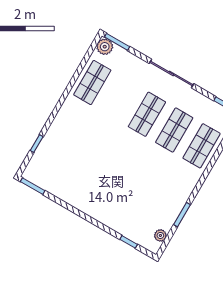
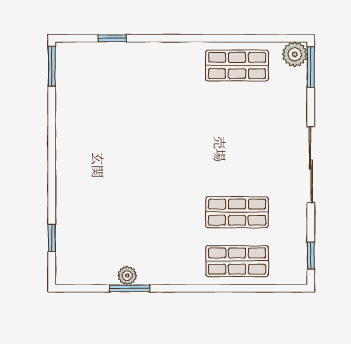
shop shelf: (147, 114) -> (237, 163), removed
plant: (160, 235) -> (127, 276), moved

